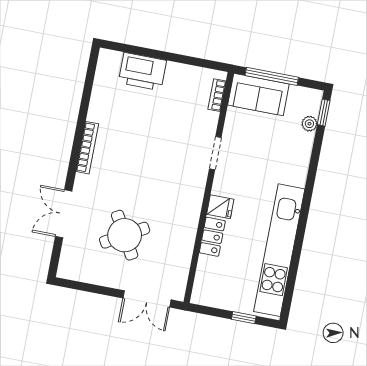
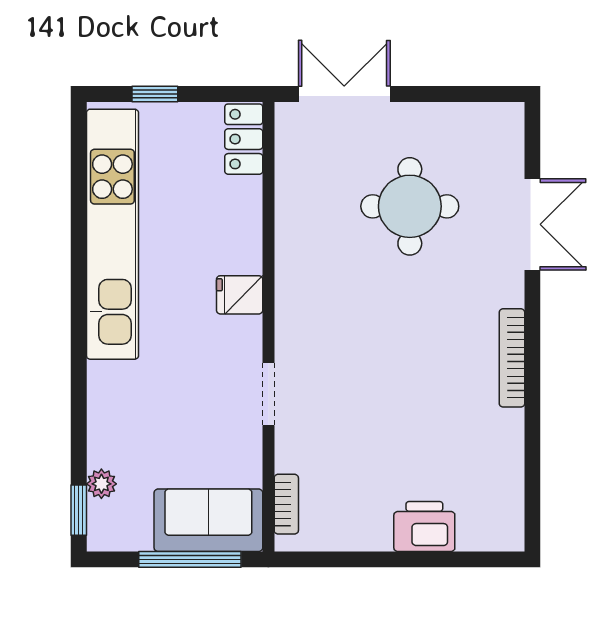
printer: (142, 71) -> (424, 526), width x0.73, depth x0.84
round table: (125, 235) -> (410, 206), turned 30
locker: (212, 237) -> (244, 139), moved

